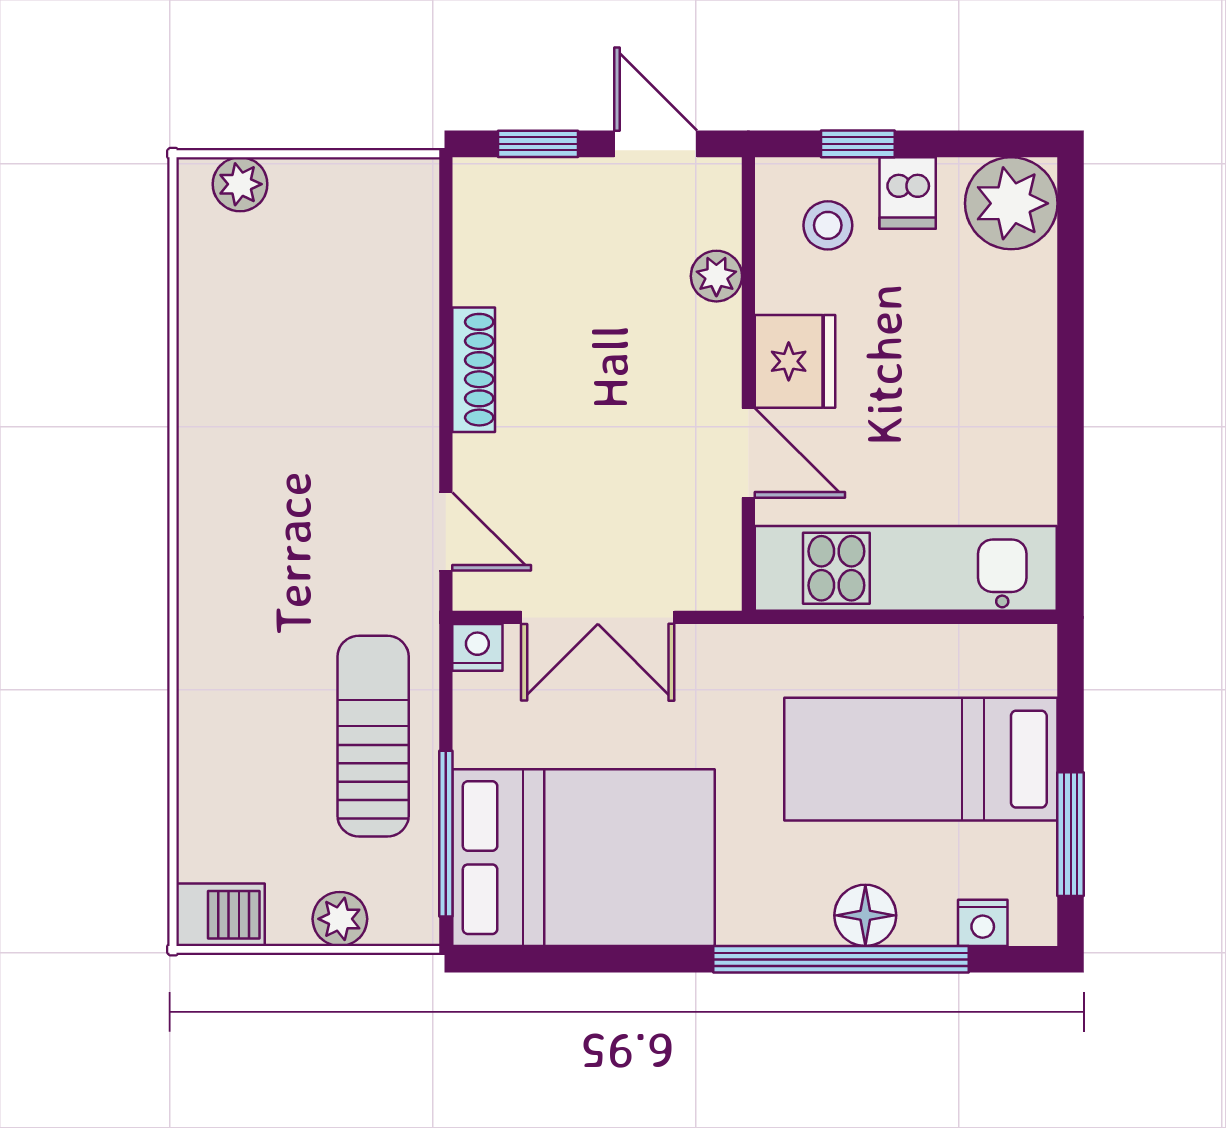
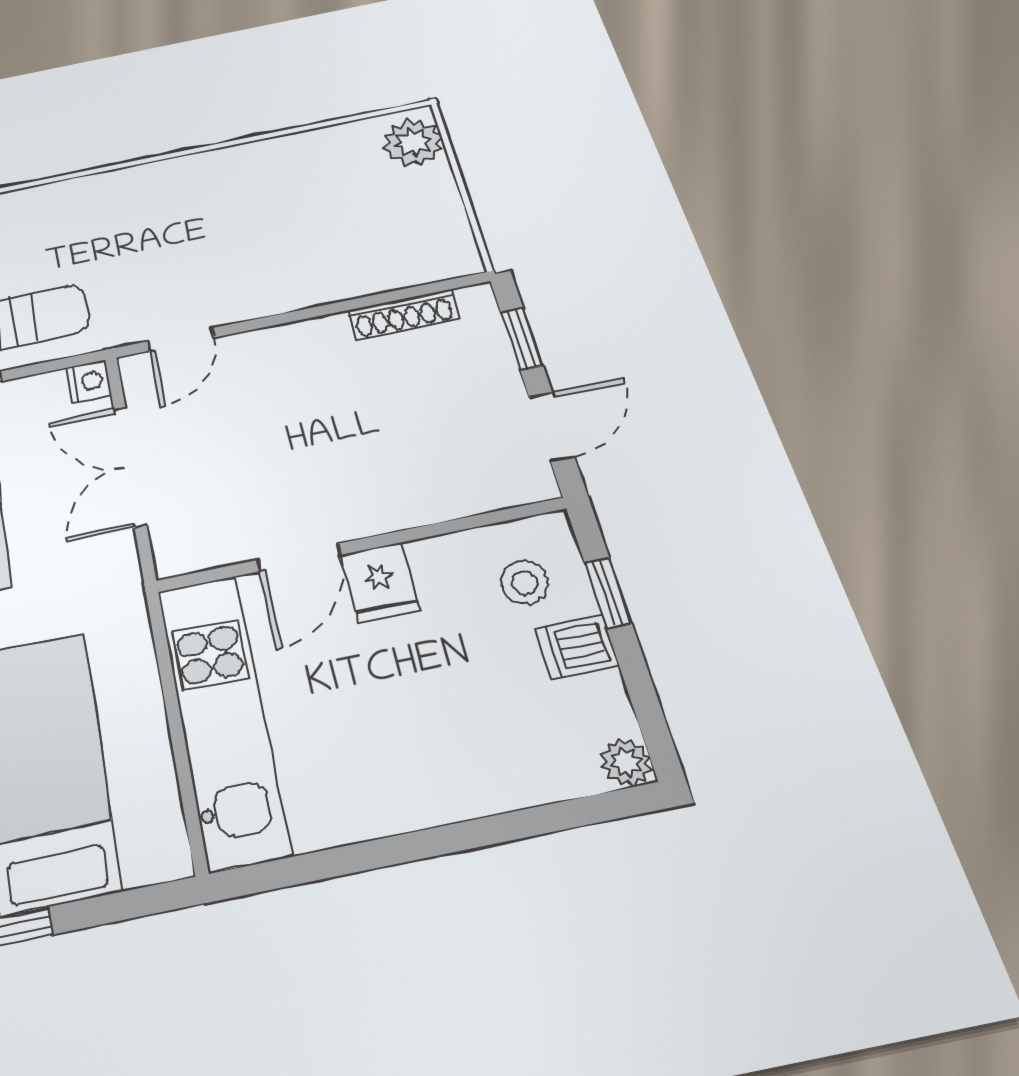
plant: (240, 184) -> (413, 142), width x1.38, depth x1.38
plant: (1011, 203) -> (626, 763), width x0.53, depth x0.53
plant: (716, 276) -> (450, 499), removed
fridge: (795, 361) -> (380, 582), width x0.72
shoe rack: (474, 370) -> (403, 315), moved

